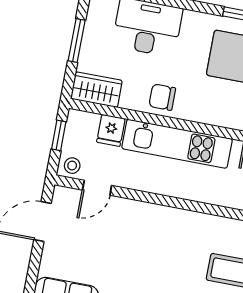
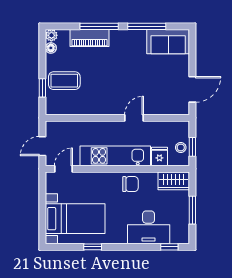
stool: (72, 166) -> (181, 147), moved
door: (97, 188) -> (134, 118), moved

